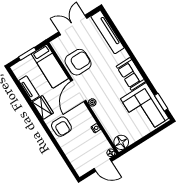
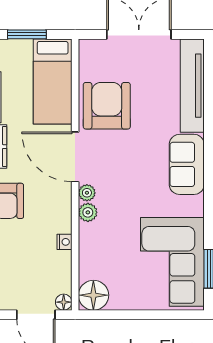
armchair: (78, 62) -> (107, 106), turned -90
sofa: (131, 74) -> (187, 164), moved
door: (78, 91) -> (75, 157), hinge flipped
plant: (98, 110) -> (88, 212), added

